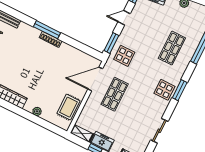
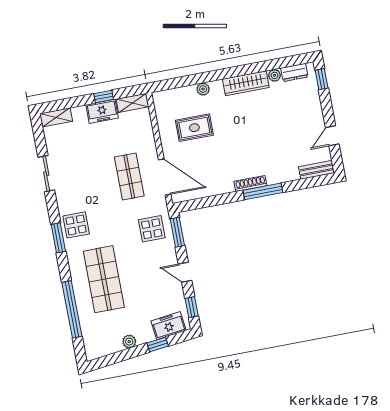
door: (124, 18) -> (185, 272), swing flipped
shop shelf: (172, 48) -> (104, 279), width x1.43, depth x1.36
door: (95, 79) -> (165, 177), hinge flipped
rug: (68, 107) -> (194, 128), moved, turned 90

